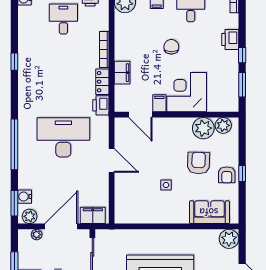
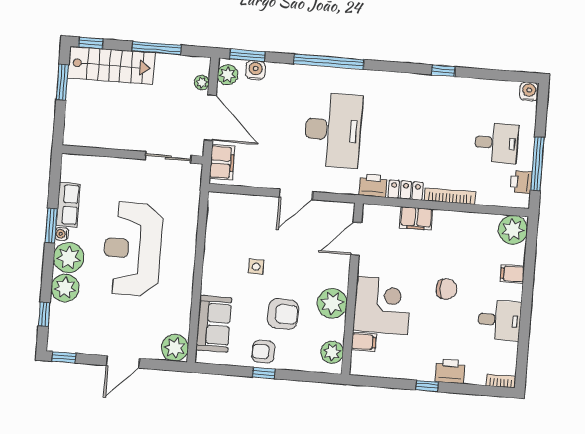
window: (242, 85) -> (386, 383), removed
filing cabinet: (159, 103) -> (364, 342), moved
plant: (203, 128) -> (332, 303), moved

